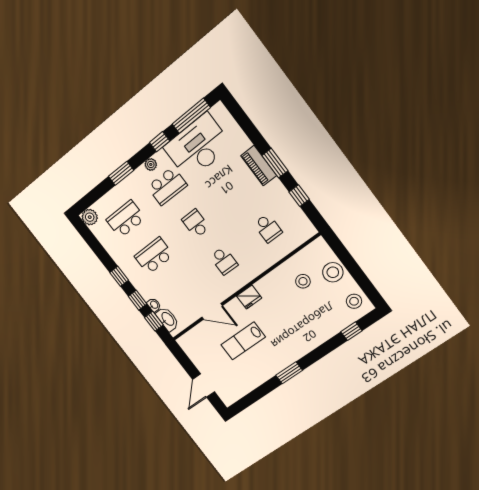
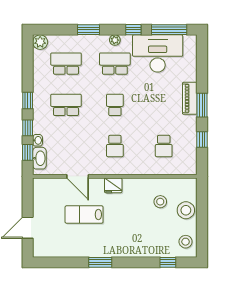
school desk: (167, 186) -> (115, 64), turned 180

